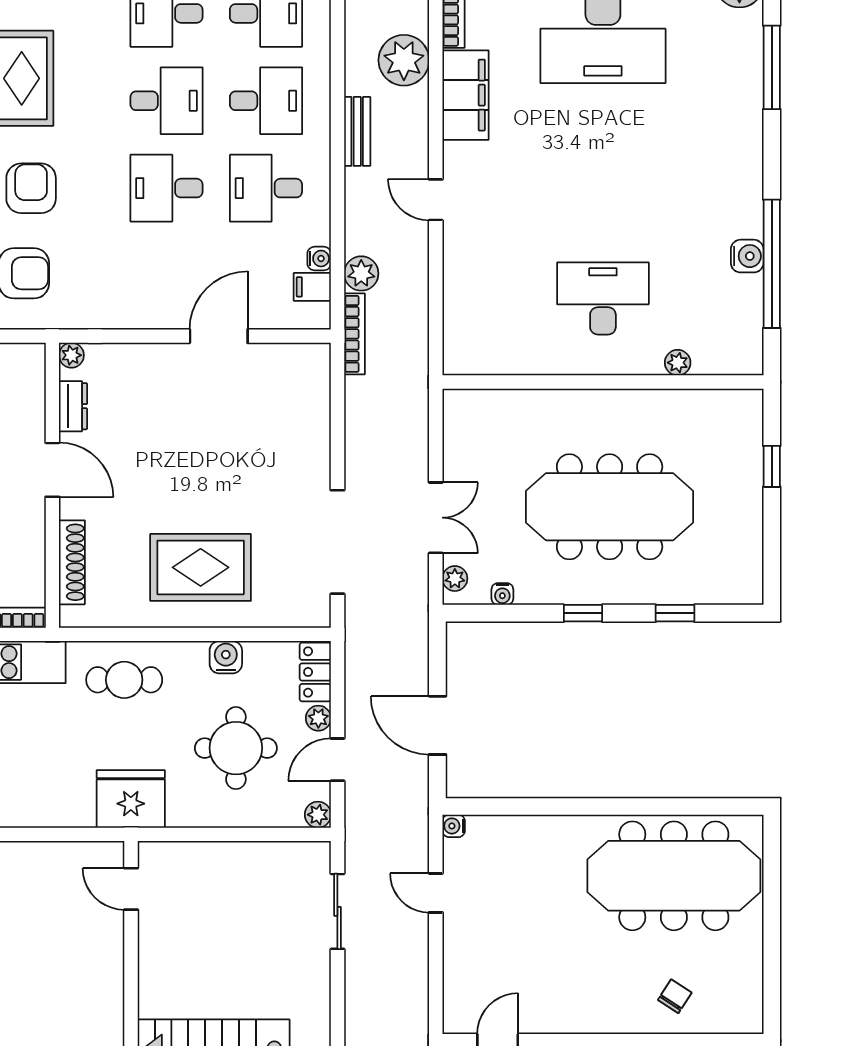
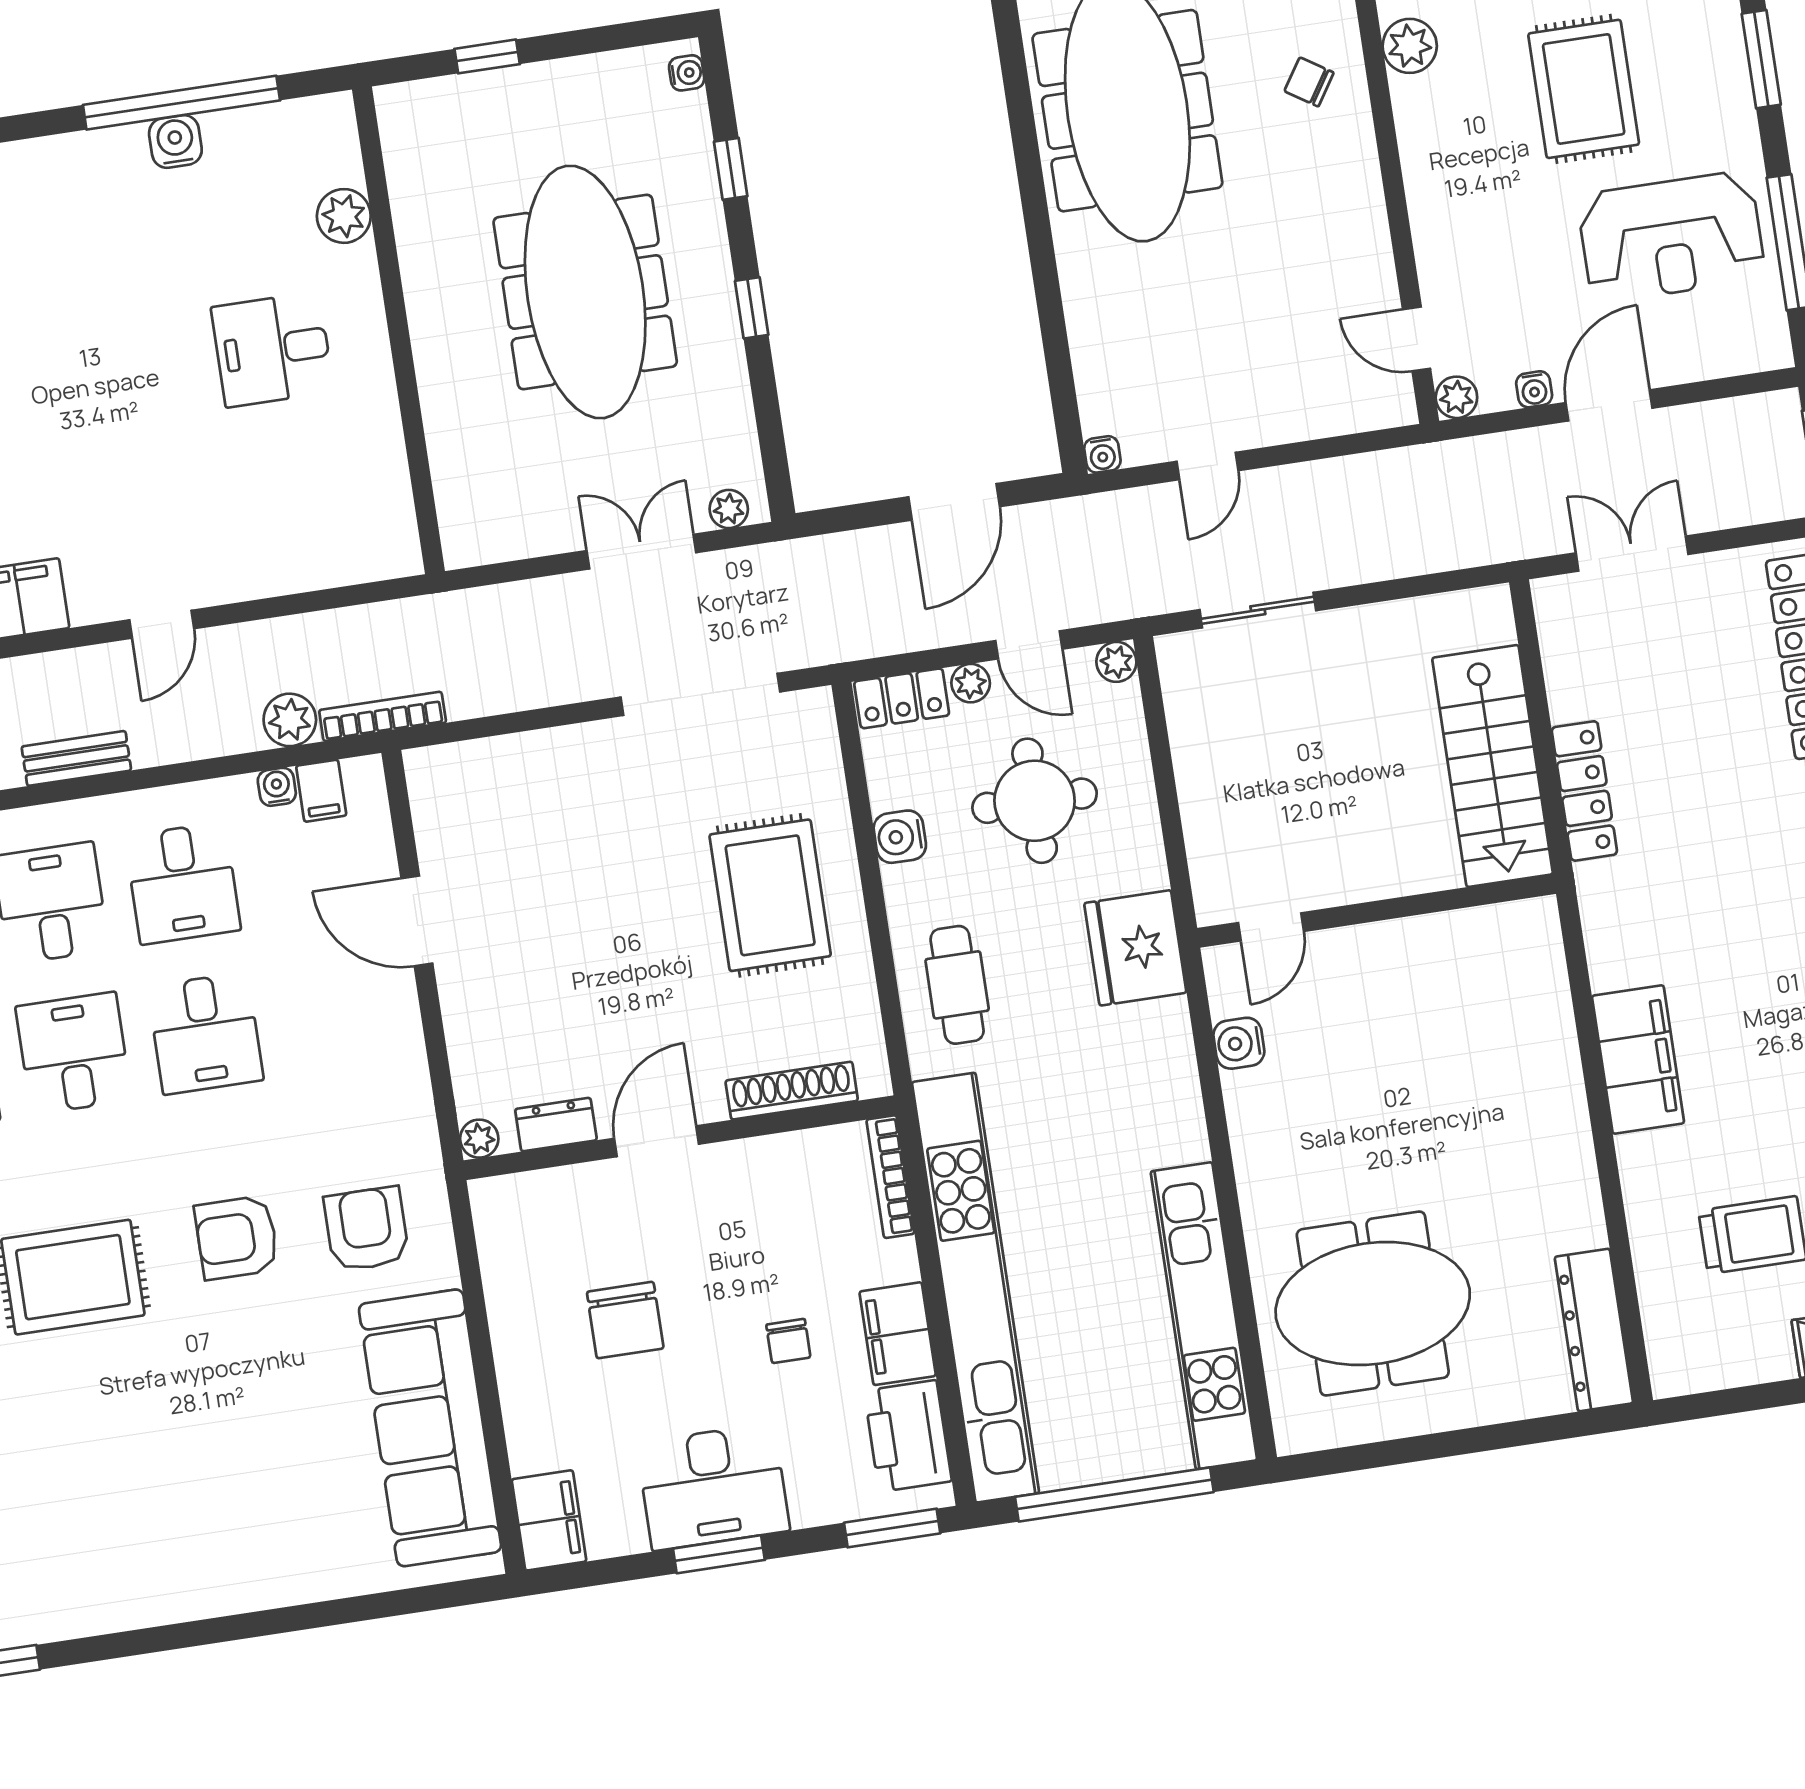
desk: (603, 299) -> (272, 349), width x0.73
plant: (678, 363) -> (344, 216), width x1.38, depth x1.38
water cooler: (502, 594) -> (687, 73), moved
water cooler: (59, 857) -> (1239, 1043), added

